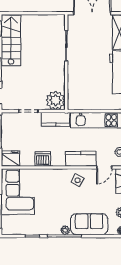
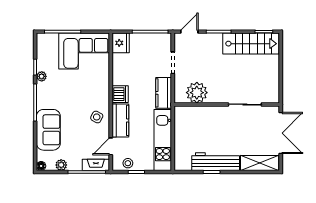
plant: (55, 100) -> (197, 93), moved
dishwasher: (43, 159) -> (120, 94), moved
door: (104, 168) -> (111, 146), hinge flipped
plant: (65, 230) -> (42, 76), moved

